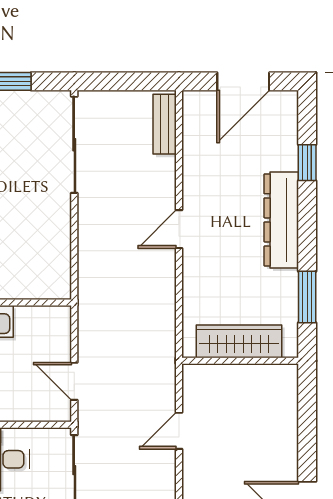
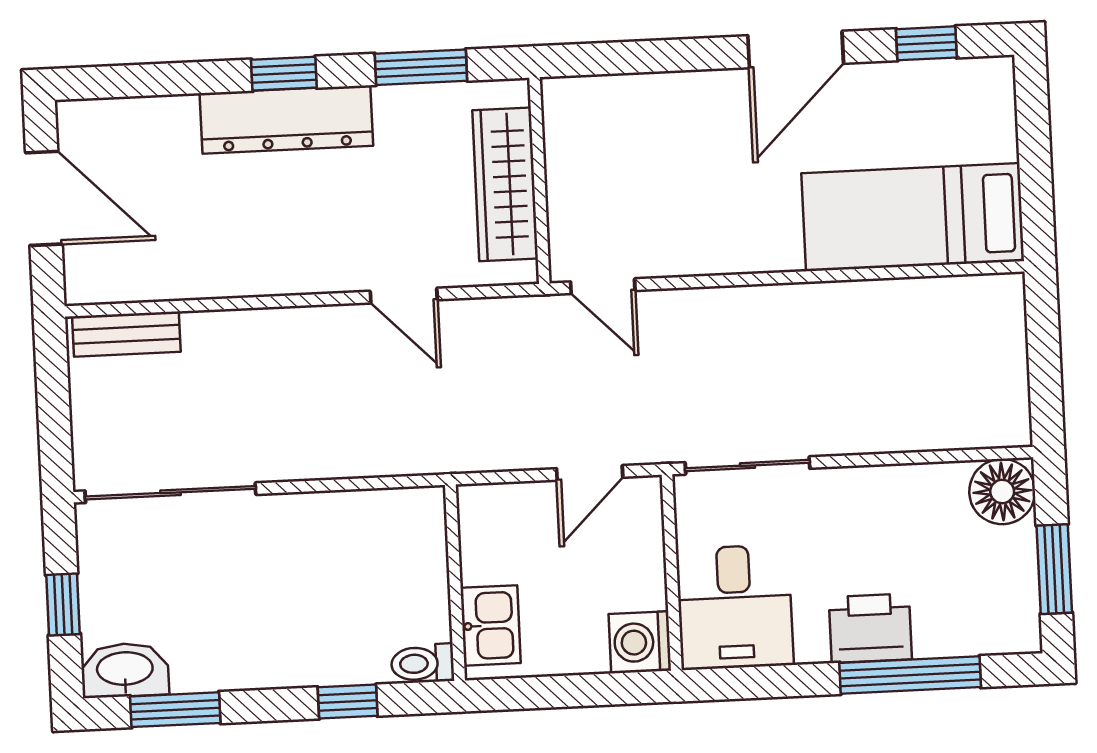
window: (307, 163) -> (284, 74), moved
door: (179, 229) -> (404, 296), moved
door: (179, 431) -> (603, 286), moved

